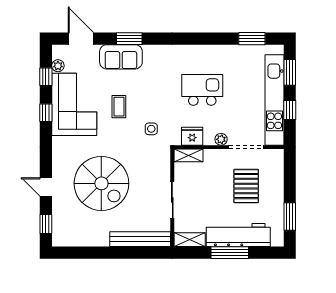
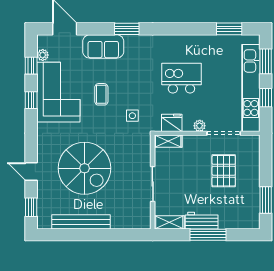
window: (129, 39) -> (127, 29), moved
workbench: (238, 235) -> (202, 221), width x0.53, depth x0.76
bench: (140, 239) -> (81, 222), moved

